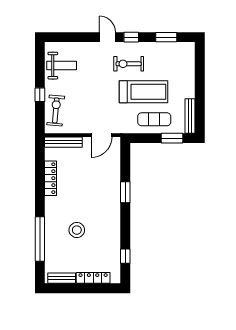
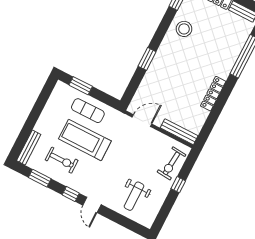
exercise bike: (129, 64) -> (62, 160), moved
weight bench: (62, 66) -> (134, 196), moved, turned -90
bench: (190, 116) -> (29, 148), moved
locker: (50, 178) -> (213, 94), moved
stool: (77, 230) -> (184, 29), moved

